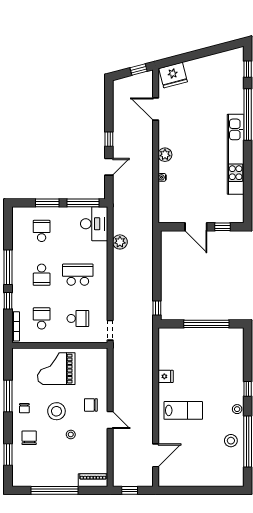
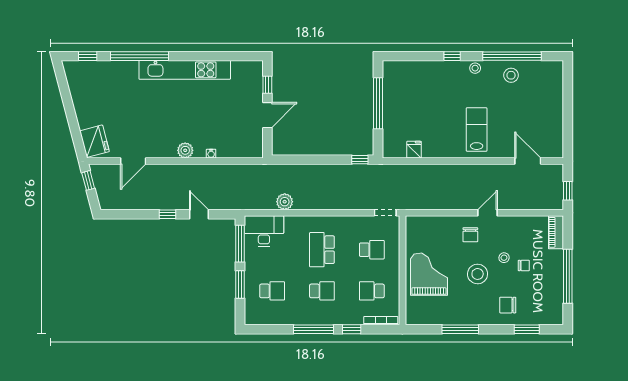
school desk: (42, 231) -> (272, 291), turned 180
school desk: (78, 318) -> (372, 250), turned 90
grand piano: (56, 369) -> (429, 274), turned 180
fridge: (166, 376) -> (414, 150), moved
chair: (24, 408) -> (524, 265), moved

